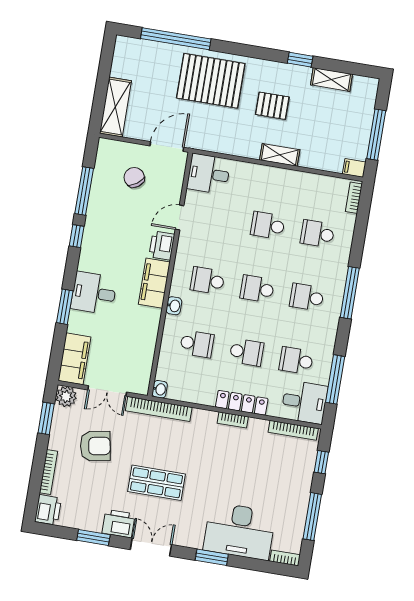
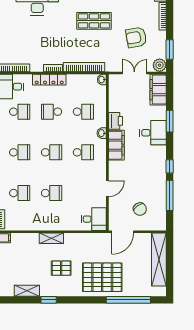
shelving: (115, 107) -> (159, 259), width x1.47
printer: (162, 245) -> (116, 121), moved
school desk: (197, 344) -> (83, 112), turned 180
bookcase: (159, 409) -> (84, 67), moved

